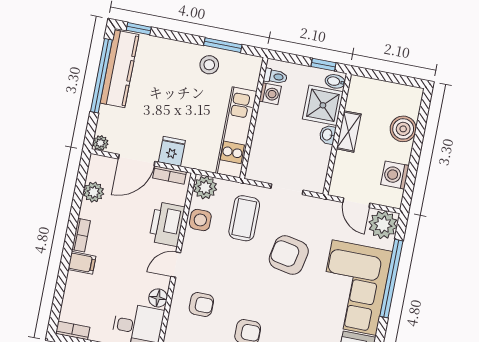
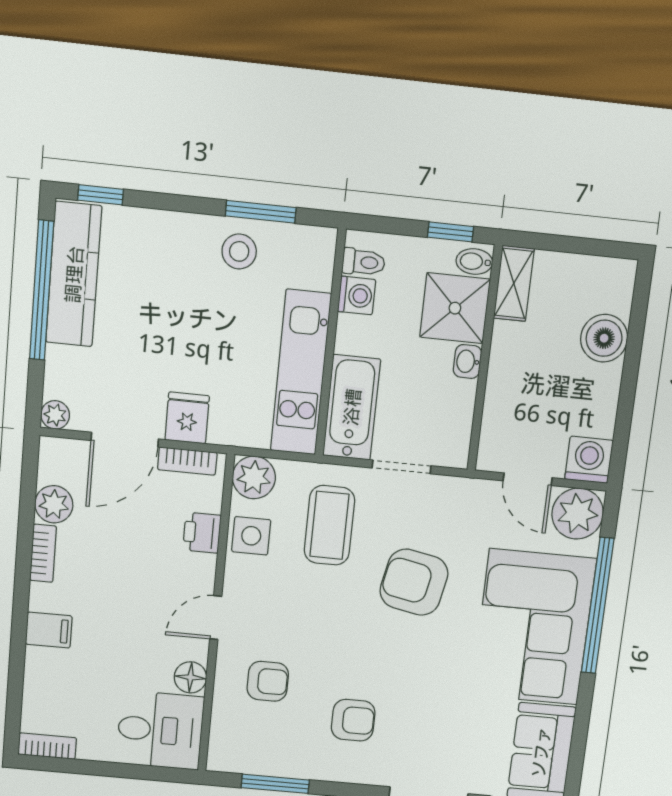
shelving: (349, 131) -> (514, 283), moved
bathtub: (262, 154) -> (352, 407), added
washing machine: (395, 175) -> (589, 460), moved, turned 90
printer: (167, 224) -> (202, 533), width x0.53, depth x0.68
bookcase: (81, 235) -> (43, 553), moved

